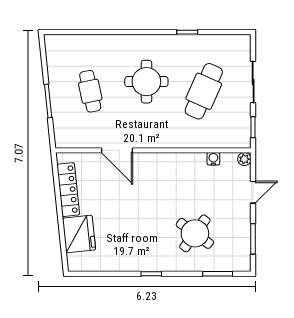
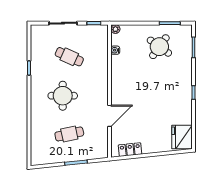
cafe table: (204, 91) -> (69, 57), width x0.73, depth x0.74
locker: (68, 190) -> (130, 150), width x0.66
door: (253, 192) -> (138, 23), removed
round table: (195, 233) -> (159, 47), moved
fridge: (79, 234) -> (182, 137), moved, turned -84

